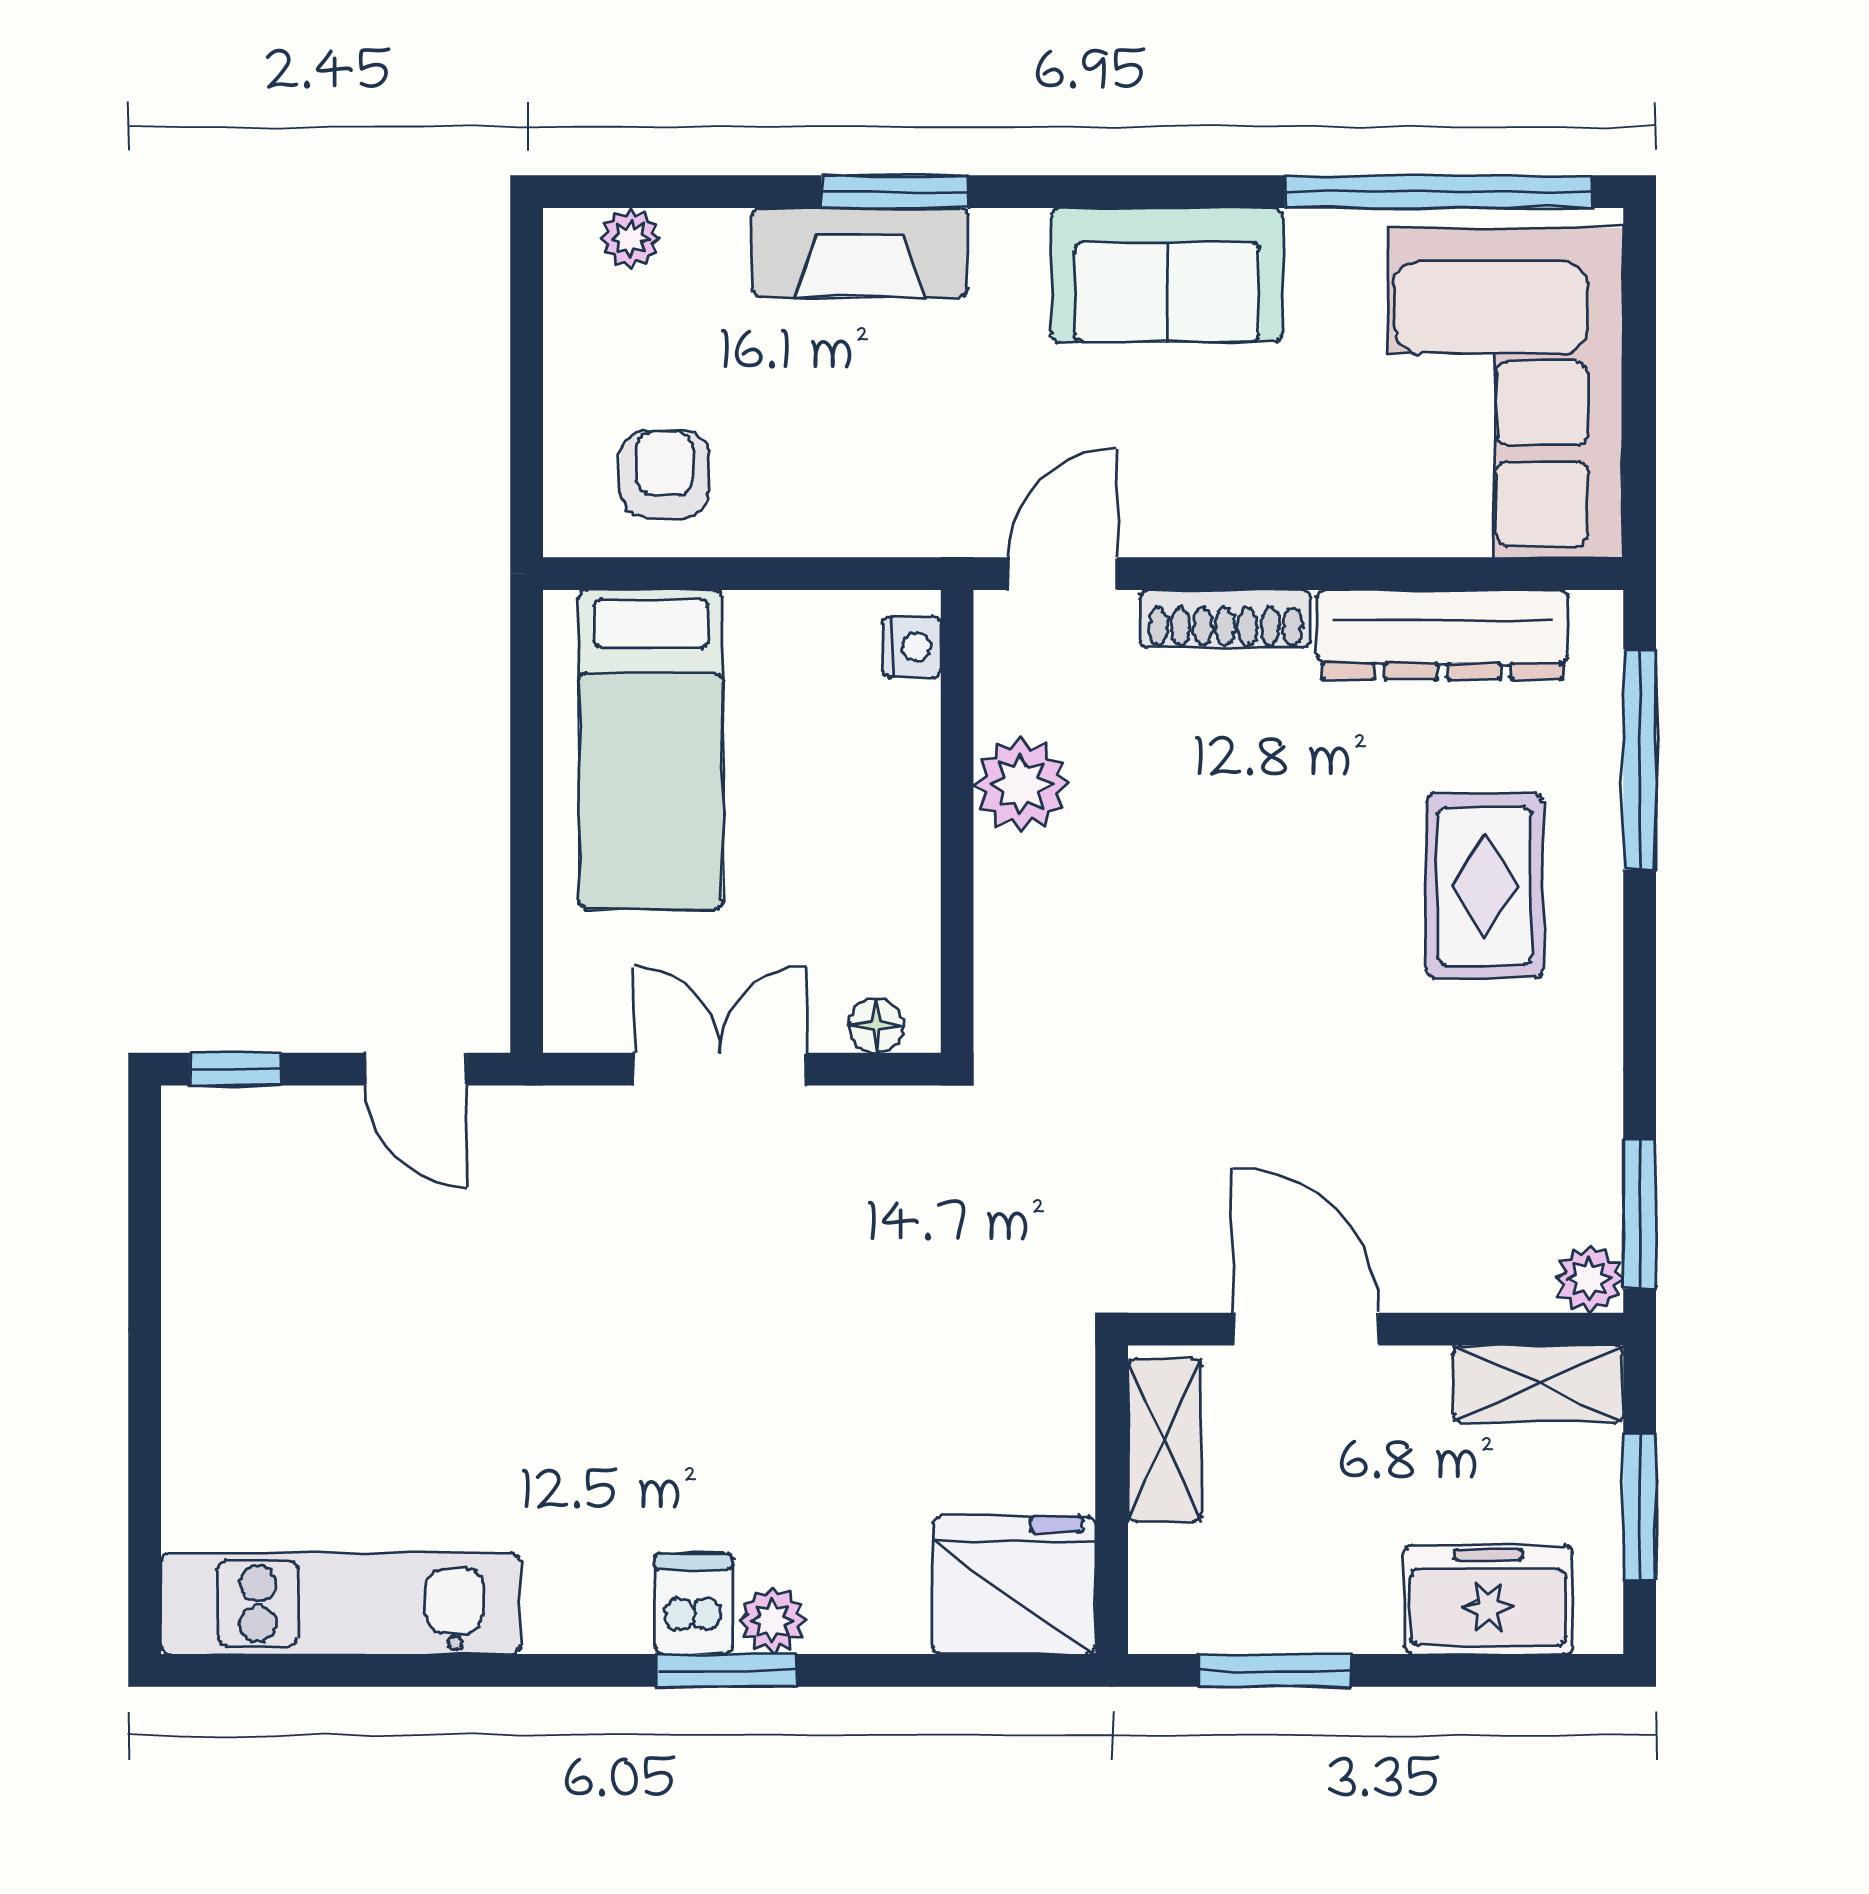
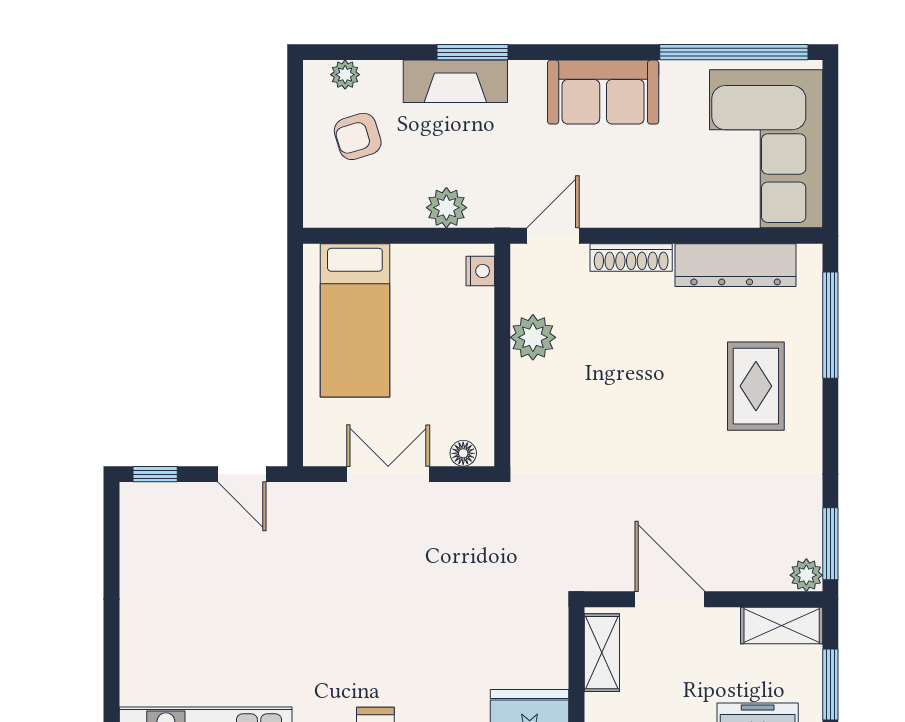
armchair: (665, 474) -> (358, 136), moved, turned -107
plant: (841, 515) -> (446, 208), added

